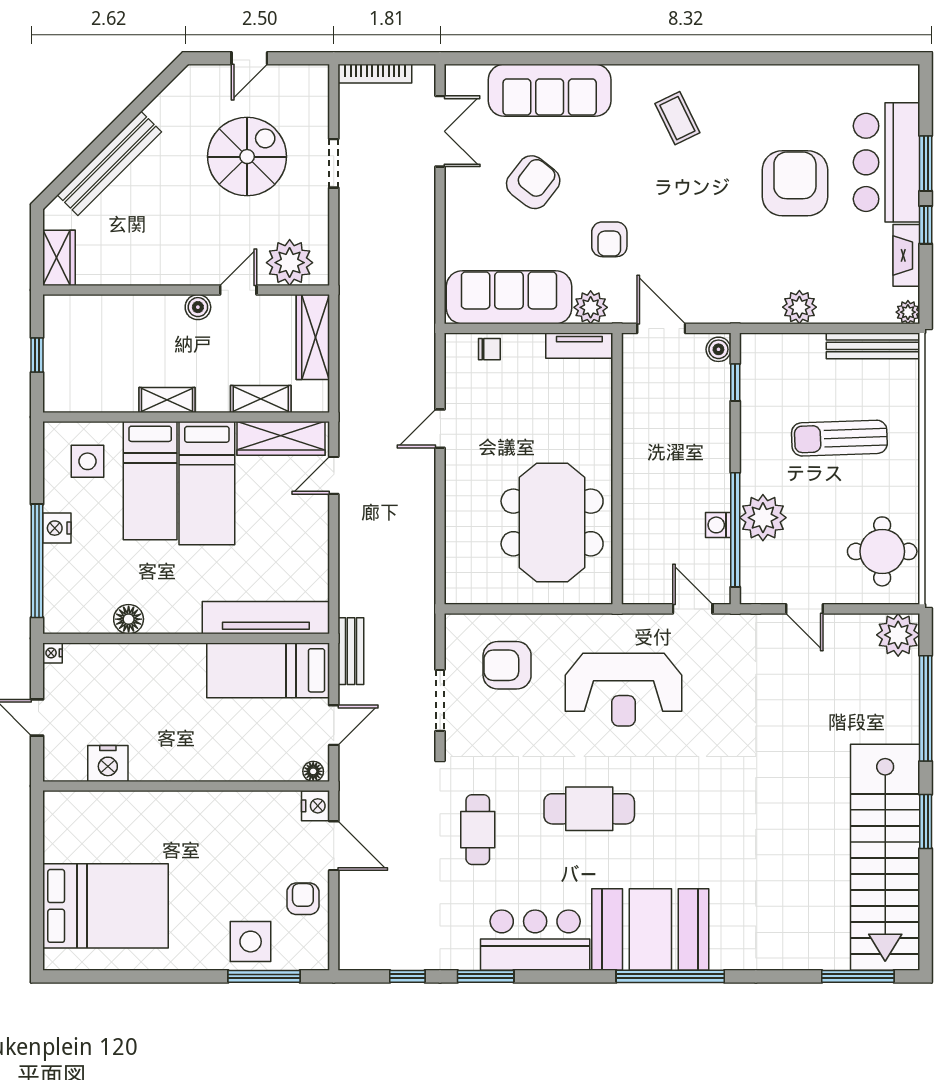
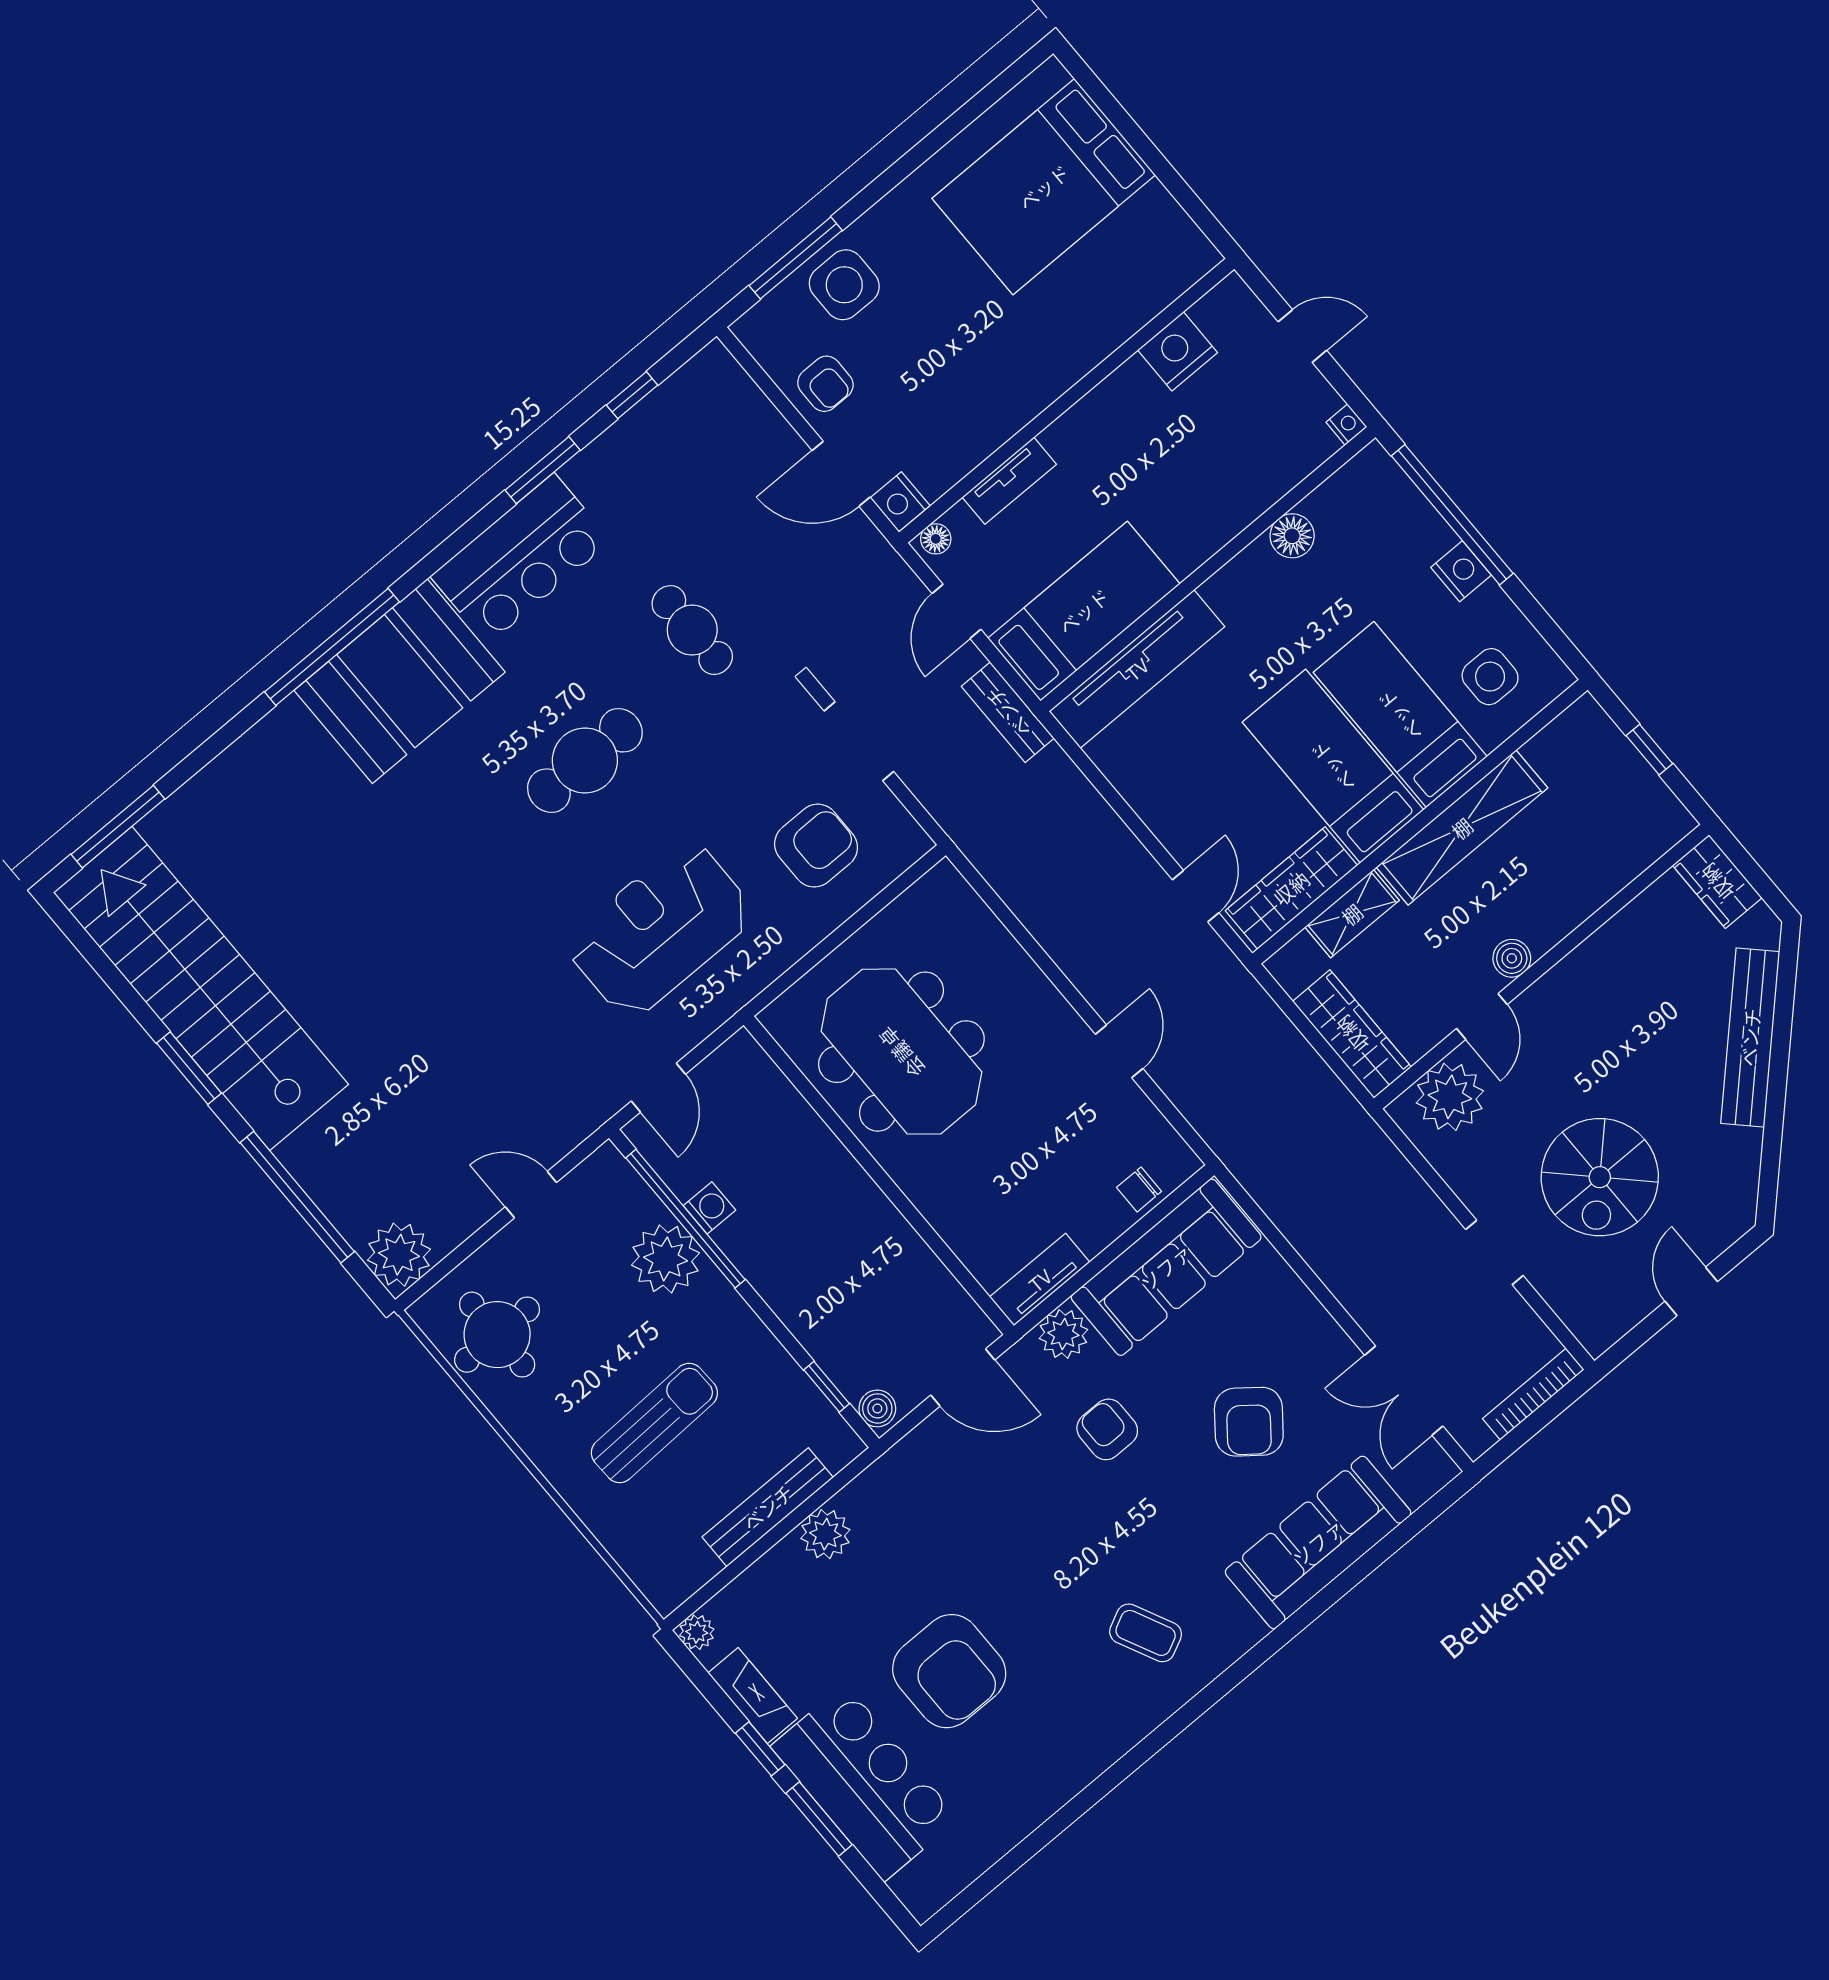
bench: (873, 346) -> (768, 1507), moved
shelving: (167, 400) -> (1462, 828), width x2.20, depth x1.33
door: (693, 609) -> (658, 1088), hinge flipped
tv unit: (250, 770) -> (1009, 481), added

